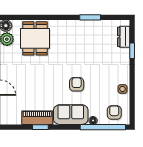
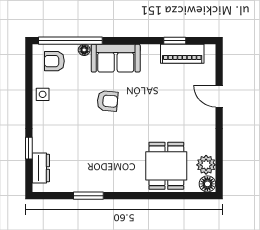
armchair: (77, 84) -> (107, 101), turned -85
armchair: (114, 112) -> (54, 61), turned 90
piano: (37, 118) -> (182, 54), moved
window: (40, 127) -> (175, 41), moved

